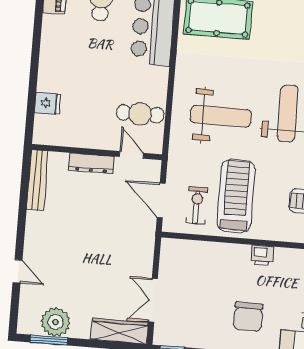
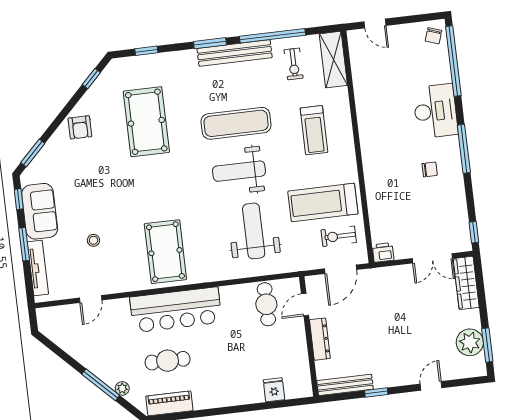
window: (22, 212) -> (376, 392), added
printer: (262, 255) -> (383, 252), moved, turned -90
chair: (248, 317) -> (430, 169), width x0.54, depth x0.54

